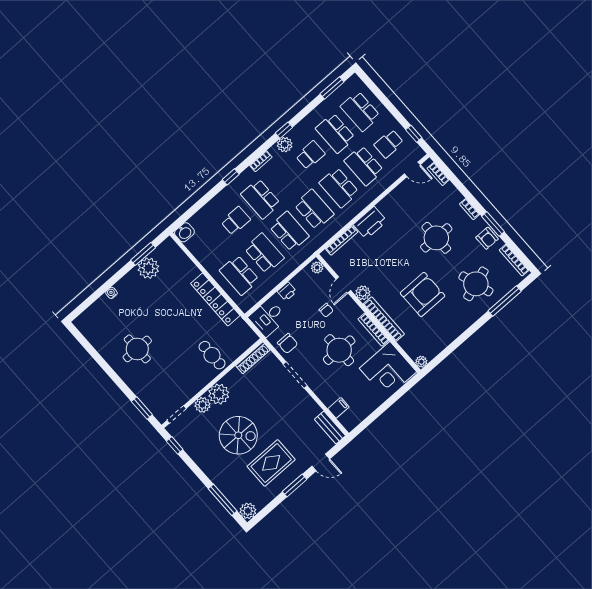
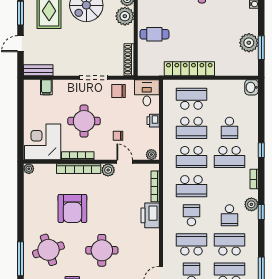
school desk: (339, 188) -> (191, 215), width x0.54
school desk: (261, 199) -> (229, 157), turned 180

